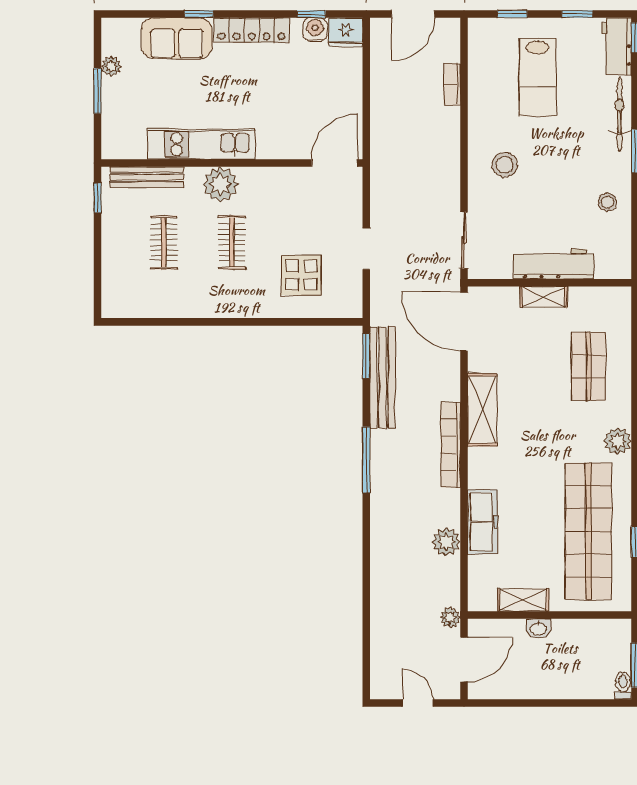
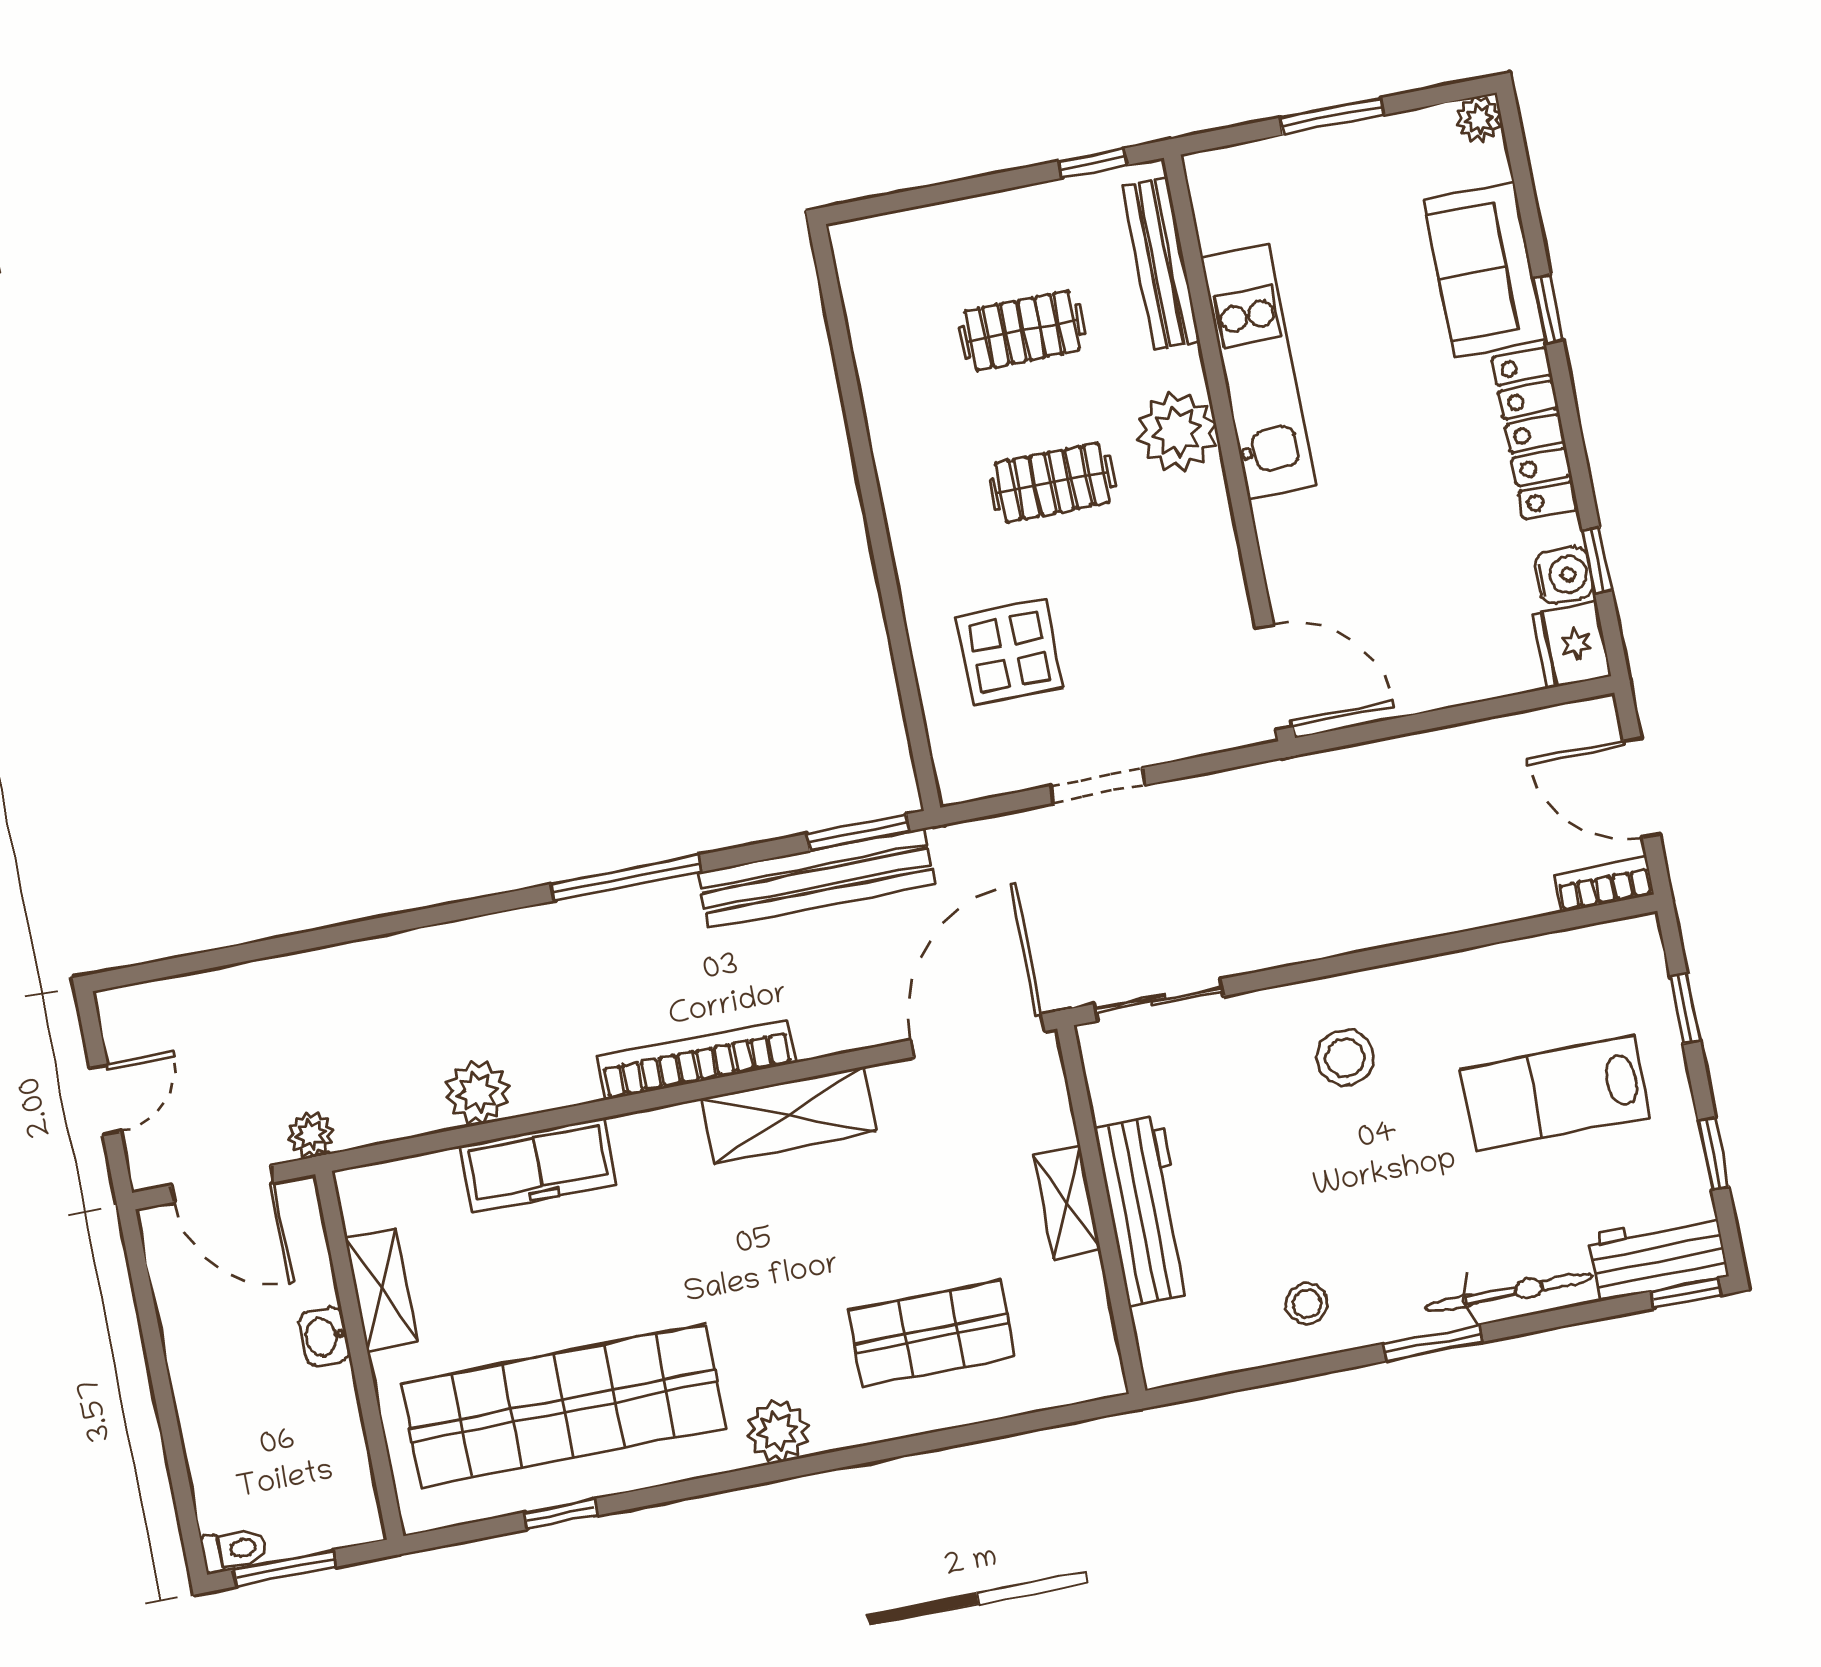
plant: (111, 66) -> (1479, 119), moved
bookcase: (452, 84) -> (1604, 885), moved

